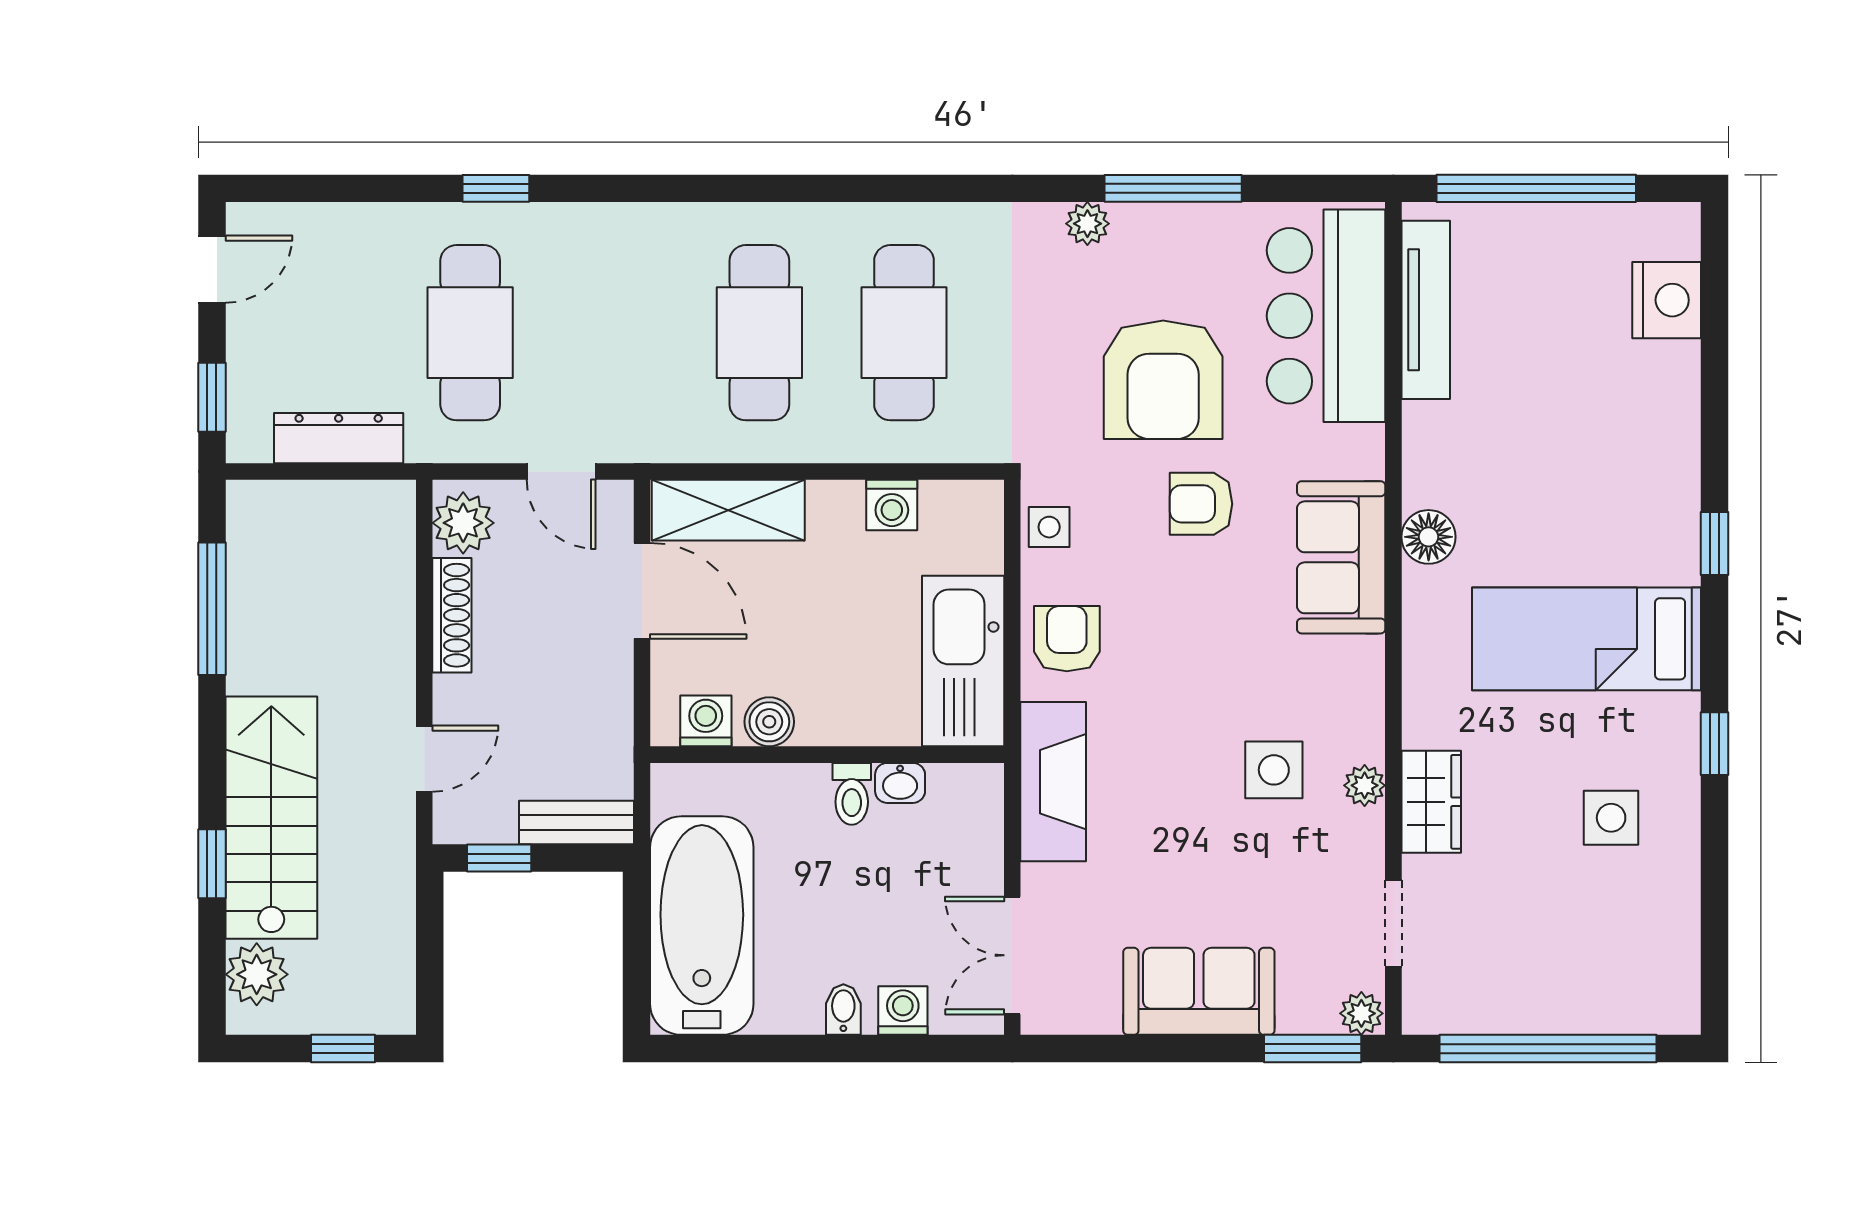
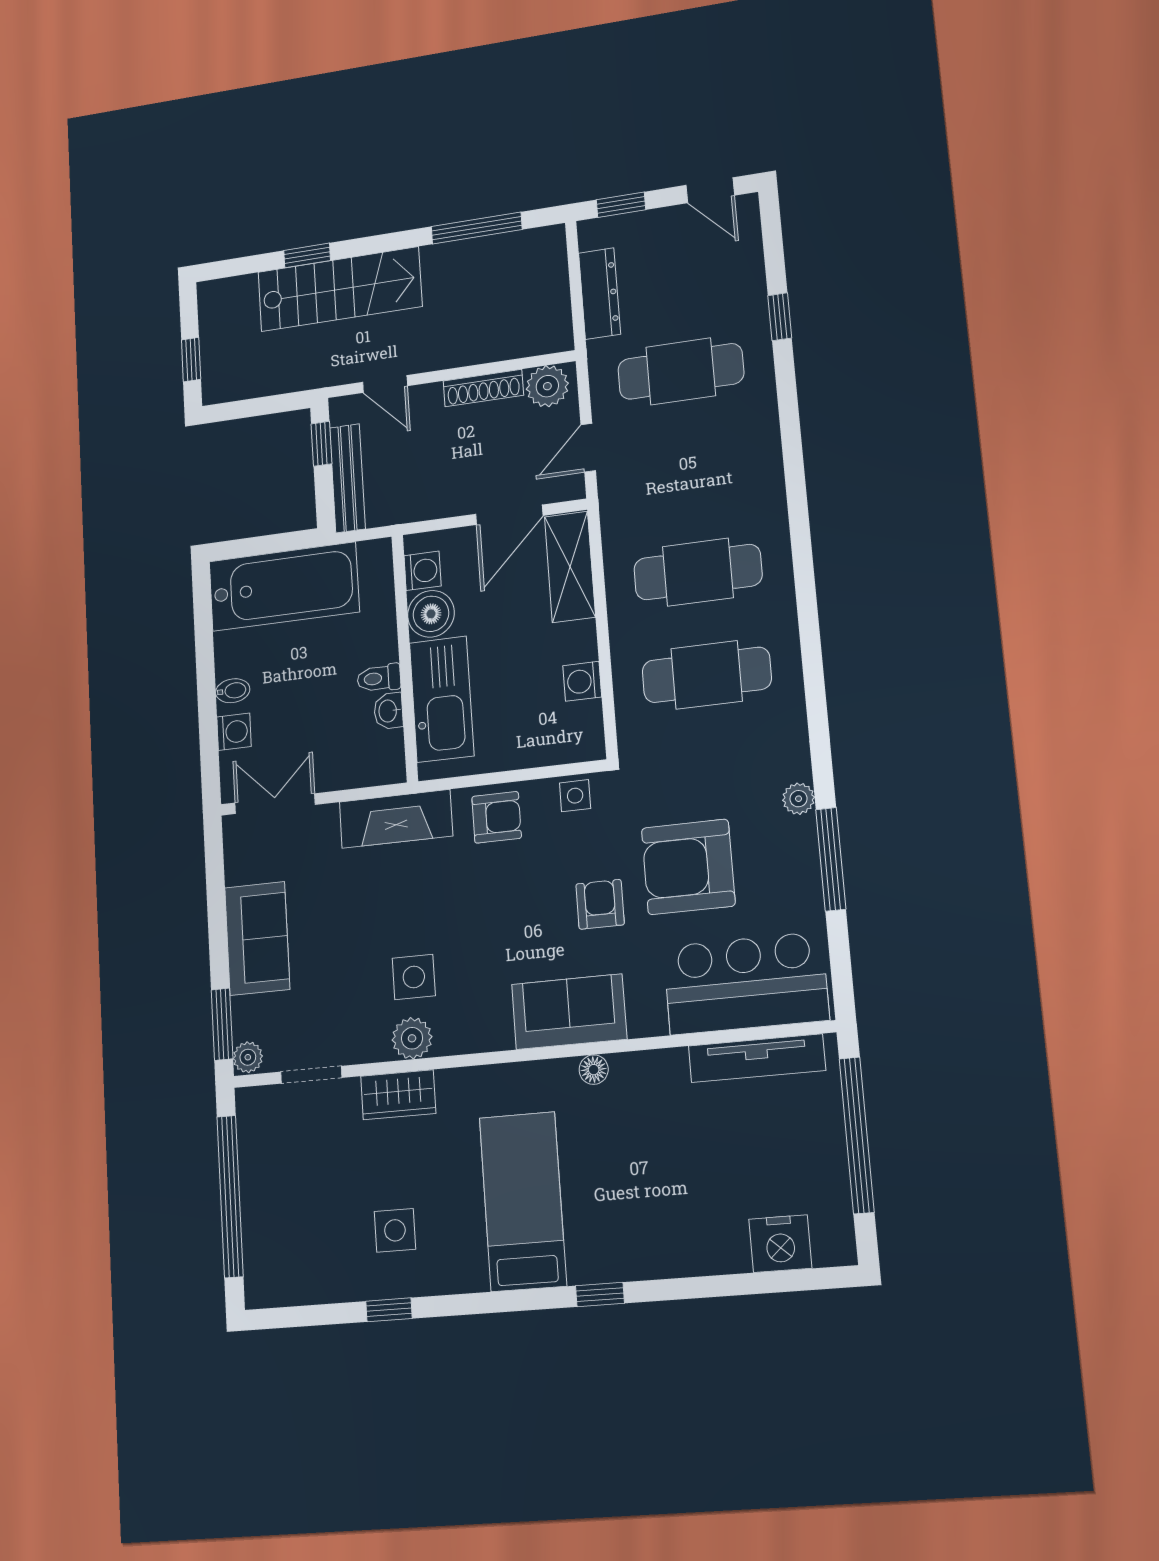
window: (496, 188) -> (780, 317), moved
floor lamp: (1429, 537) -> (594, 1070), width x0.73, depth x0.73
kitchen sink: (963, 661) -> (442, 699), moved, turned 90
boiler: (769, 722) -> (431, 614), width x1.36, depth x1.36
window: (1715, 744) -> (389, 1310), moved
plant: (1365, 785) -> (412, 1038), width x1.38, depth x1.38
bench: (577, 823) -> (347, 478), width x1.36
plant: (257, 974) -> (236, 296), removed

